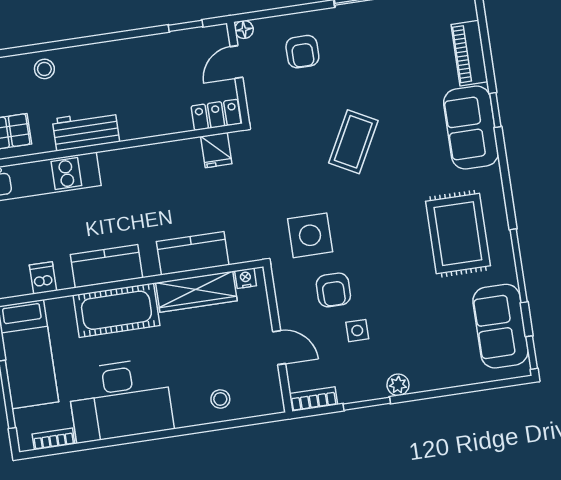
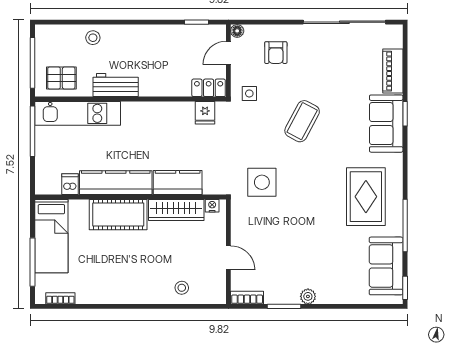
kitchen counter: (107, 266) -> (116, 183), width x1.50
armchair: (333, 290) -> (273, 223), removed
side table: (357, 331) -> (249, 93), moved
desk: (120, 400) -> (111, 278), removed

